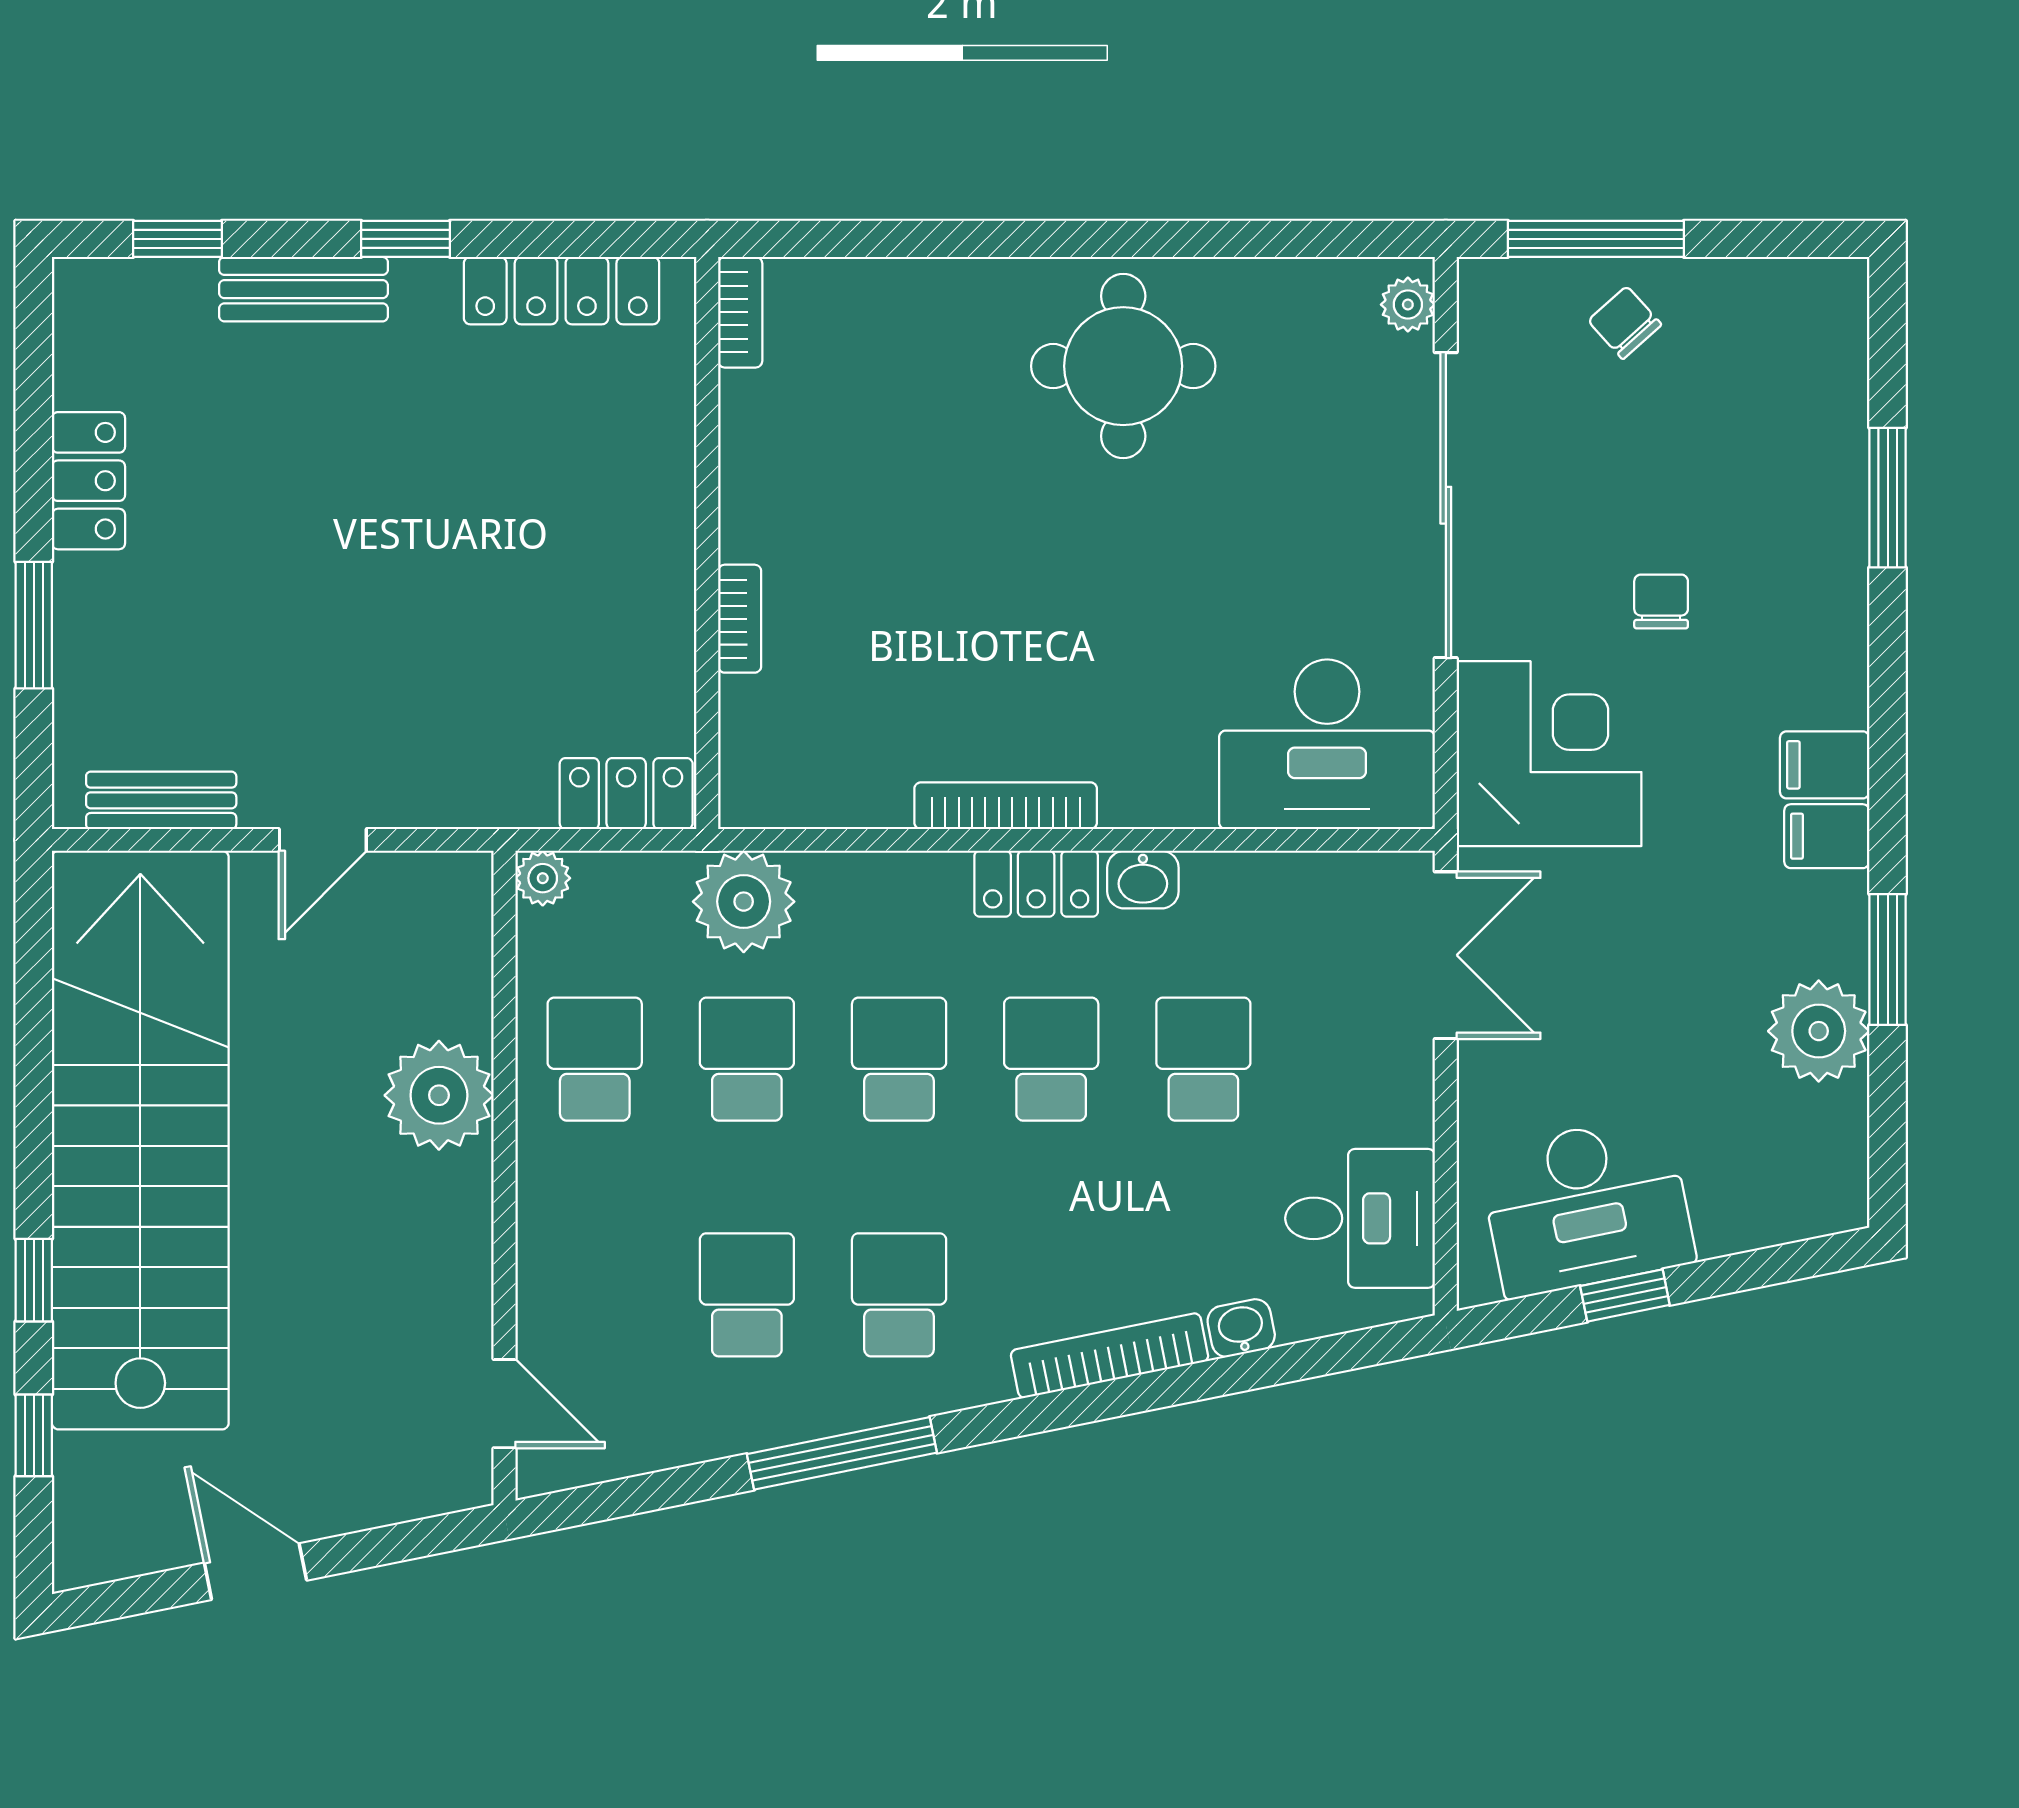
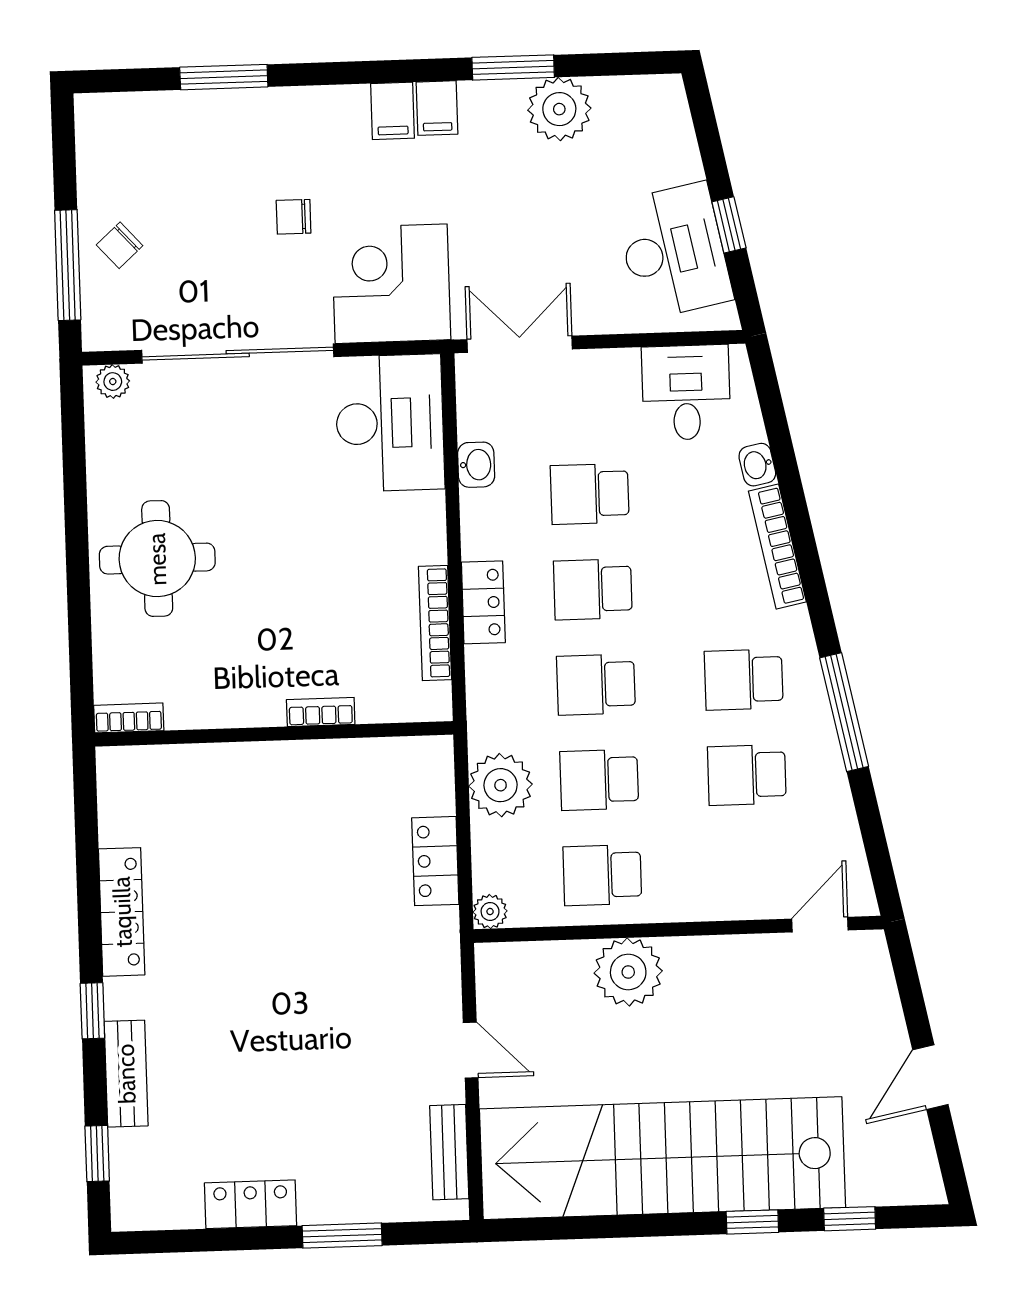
bookcase: (740, 312) -> (129, 718), moved
wall: (707, 543) -> (274, 734), moved
bookcase: (740, 619) -> (321, 712), moved
washbasin: (1143, 880) -> (476, 465), moved

